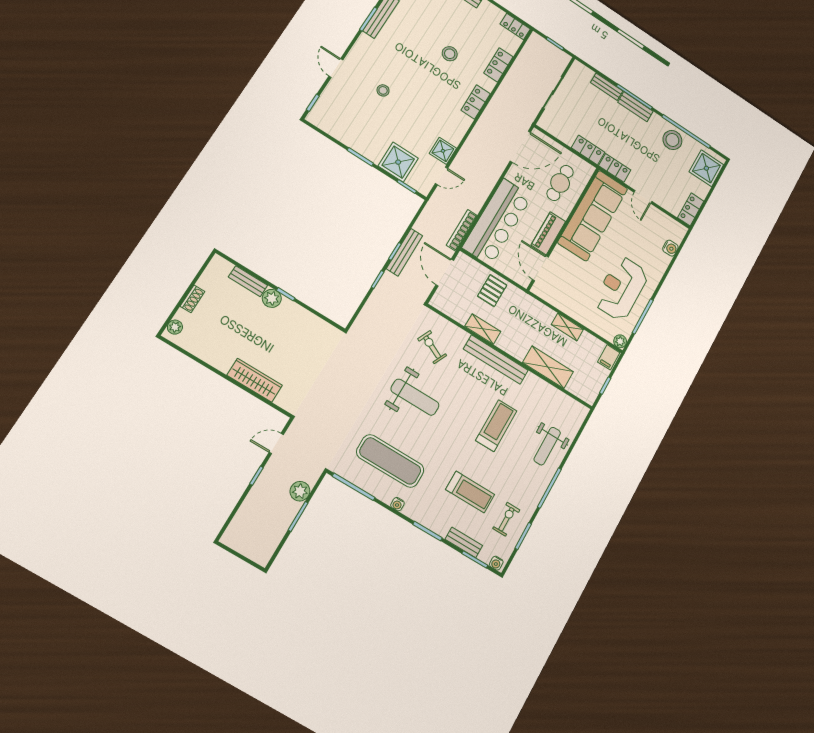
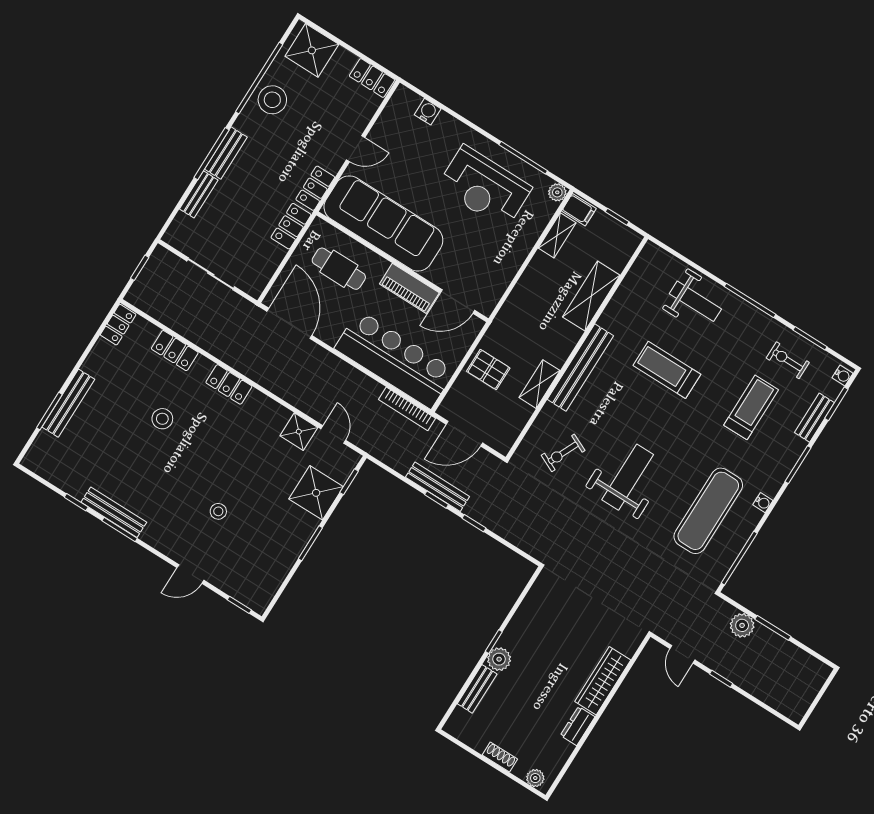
shelving: (567, 327) -> (557, 235), moved
dresser: (218, 361) -> (578, 726), added

